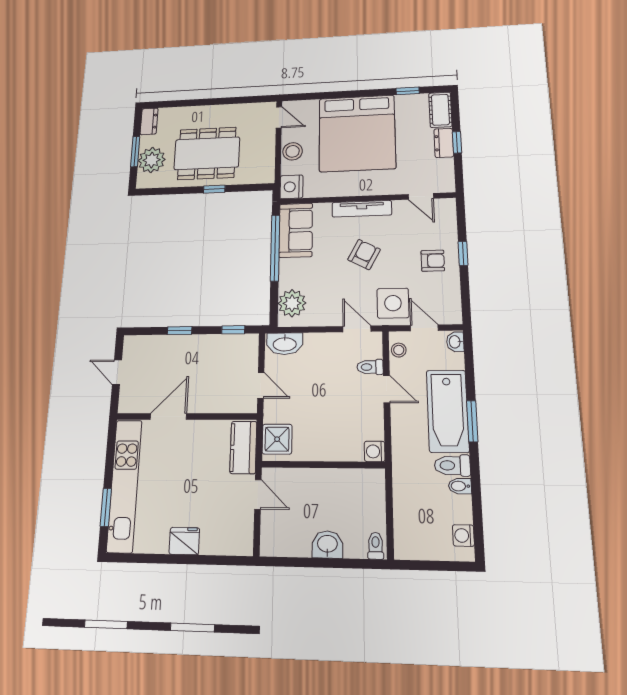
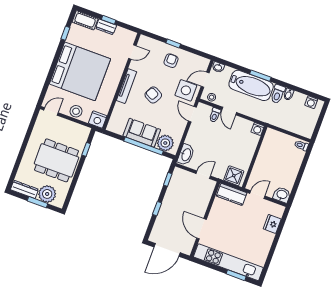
dresser: (149, 121) -> (25, 189), width x1.44
dining table: (207, 153) -> (56, 160), turned 90
window: (214, 189) -> (86, 149), moved
sofa: (296, 230) -> (142, 133), moved
window: (275, 248) -> (144, 146), moved
door: (357, 329) -> (192, 114), hinge flipped
door: (117, 372) -> (167, 250), width x1.88
door: (387, 389) -> (229, 111), swing flipped
fridge: (184, 541) -> (272, 224), moved
washbasin: (327, 544) -> (282, 195), moved, turned 90

